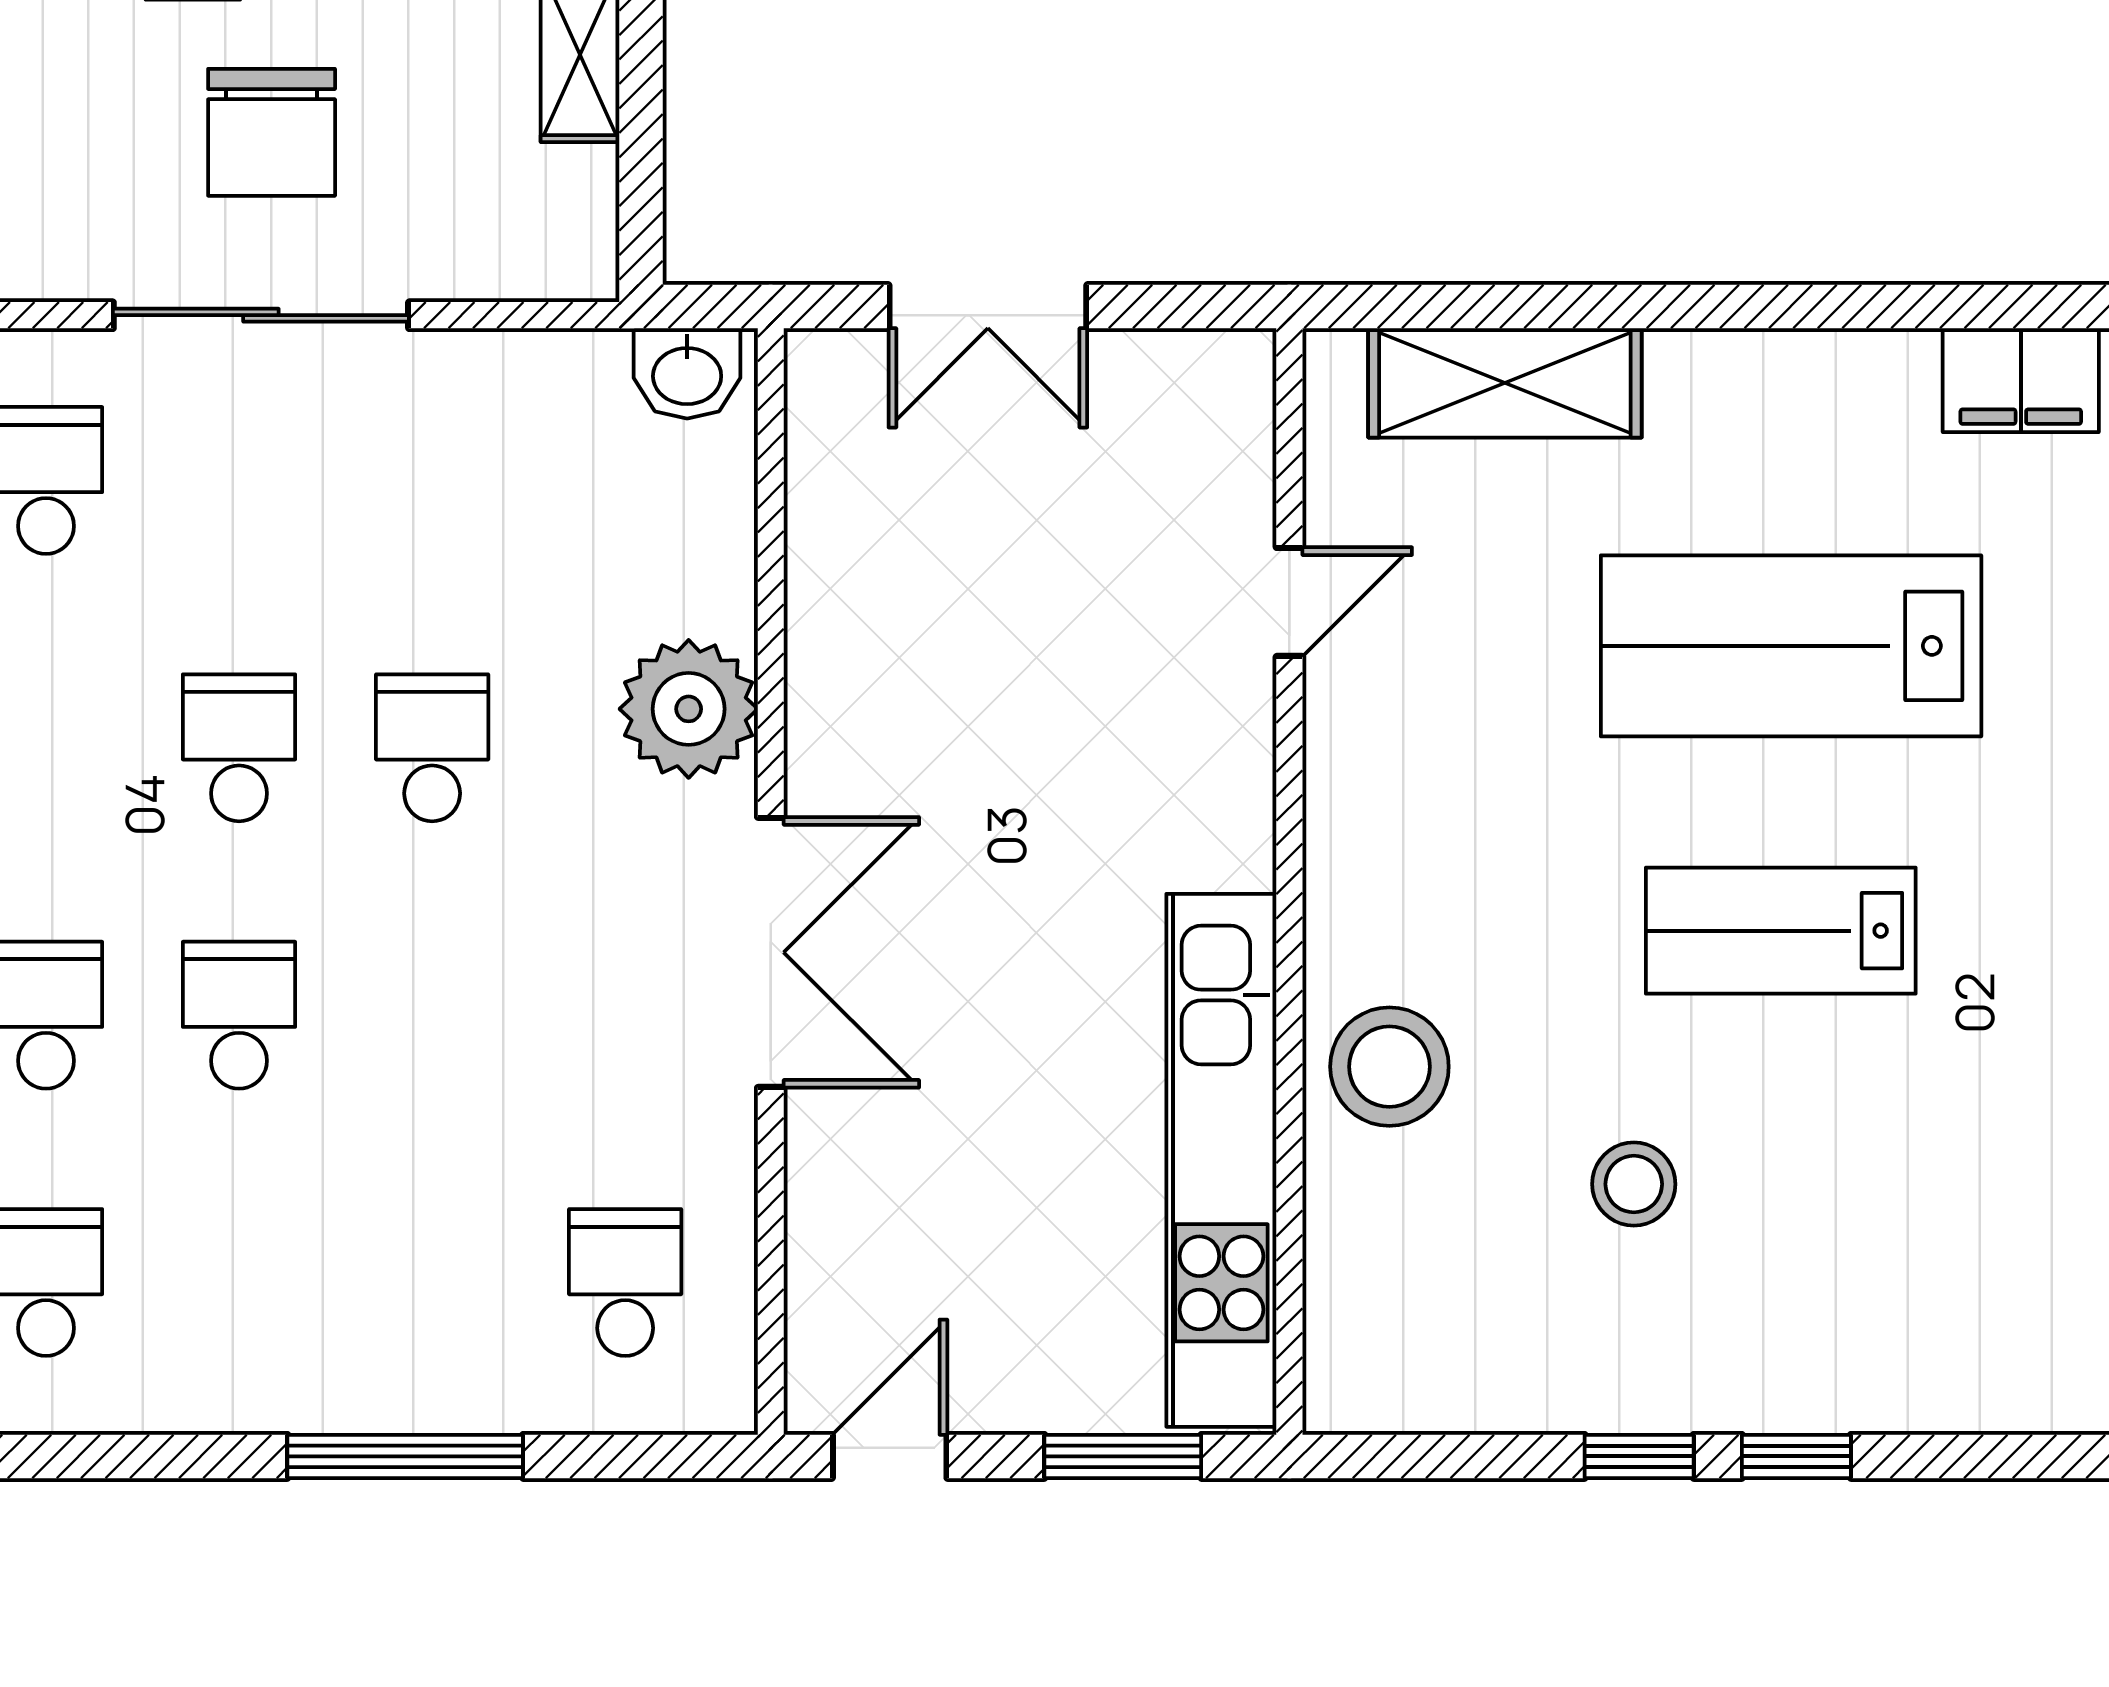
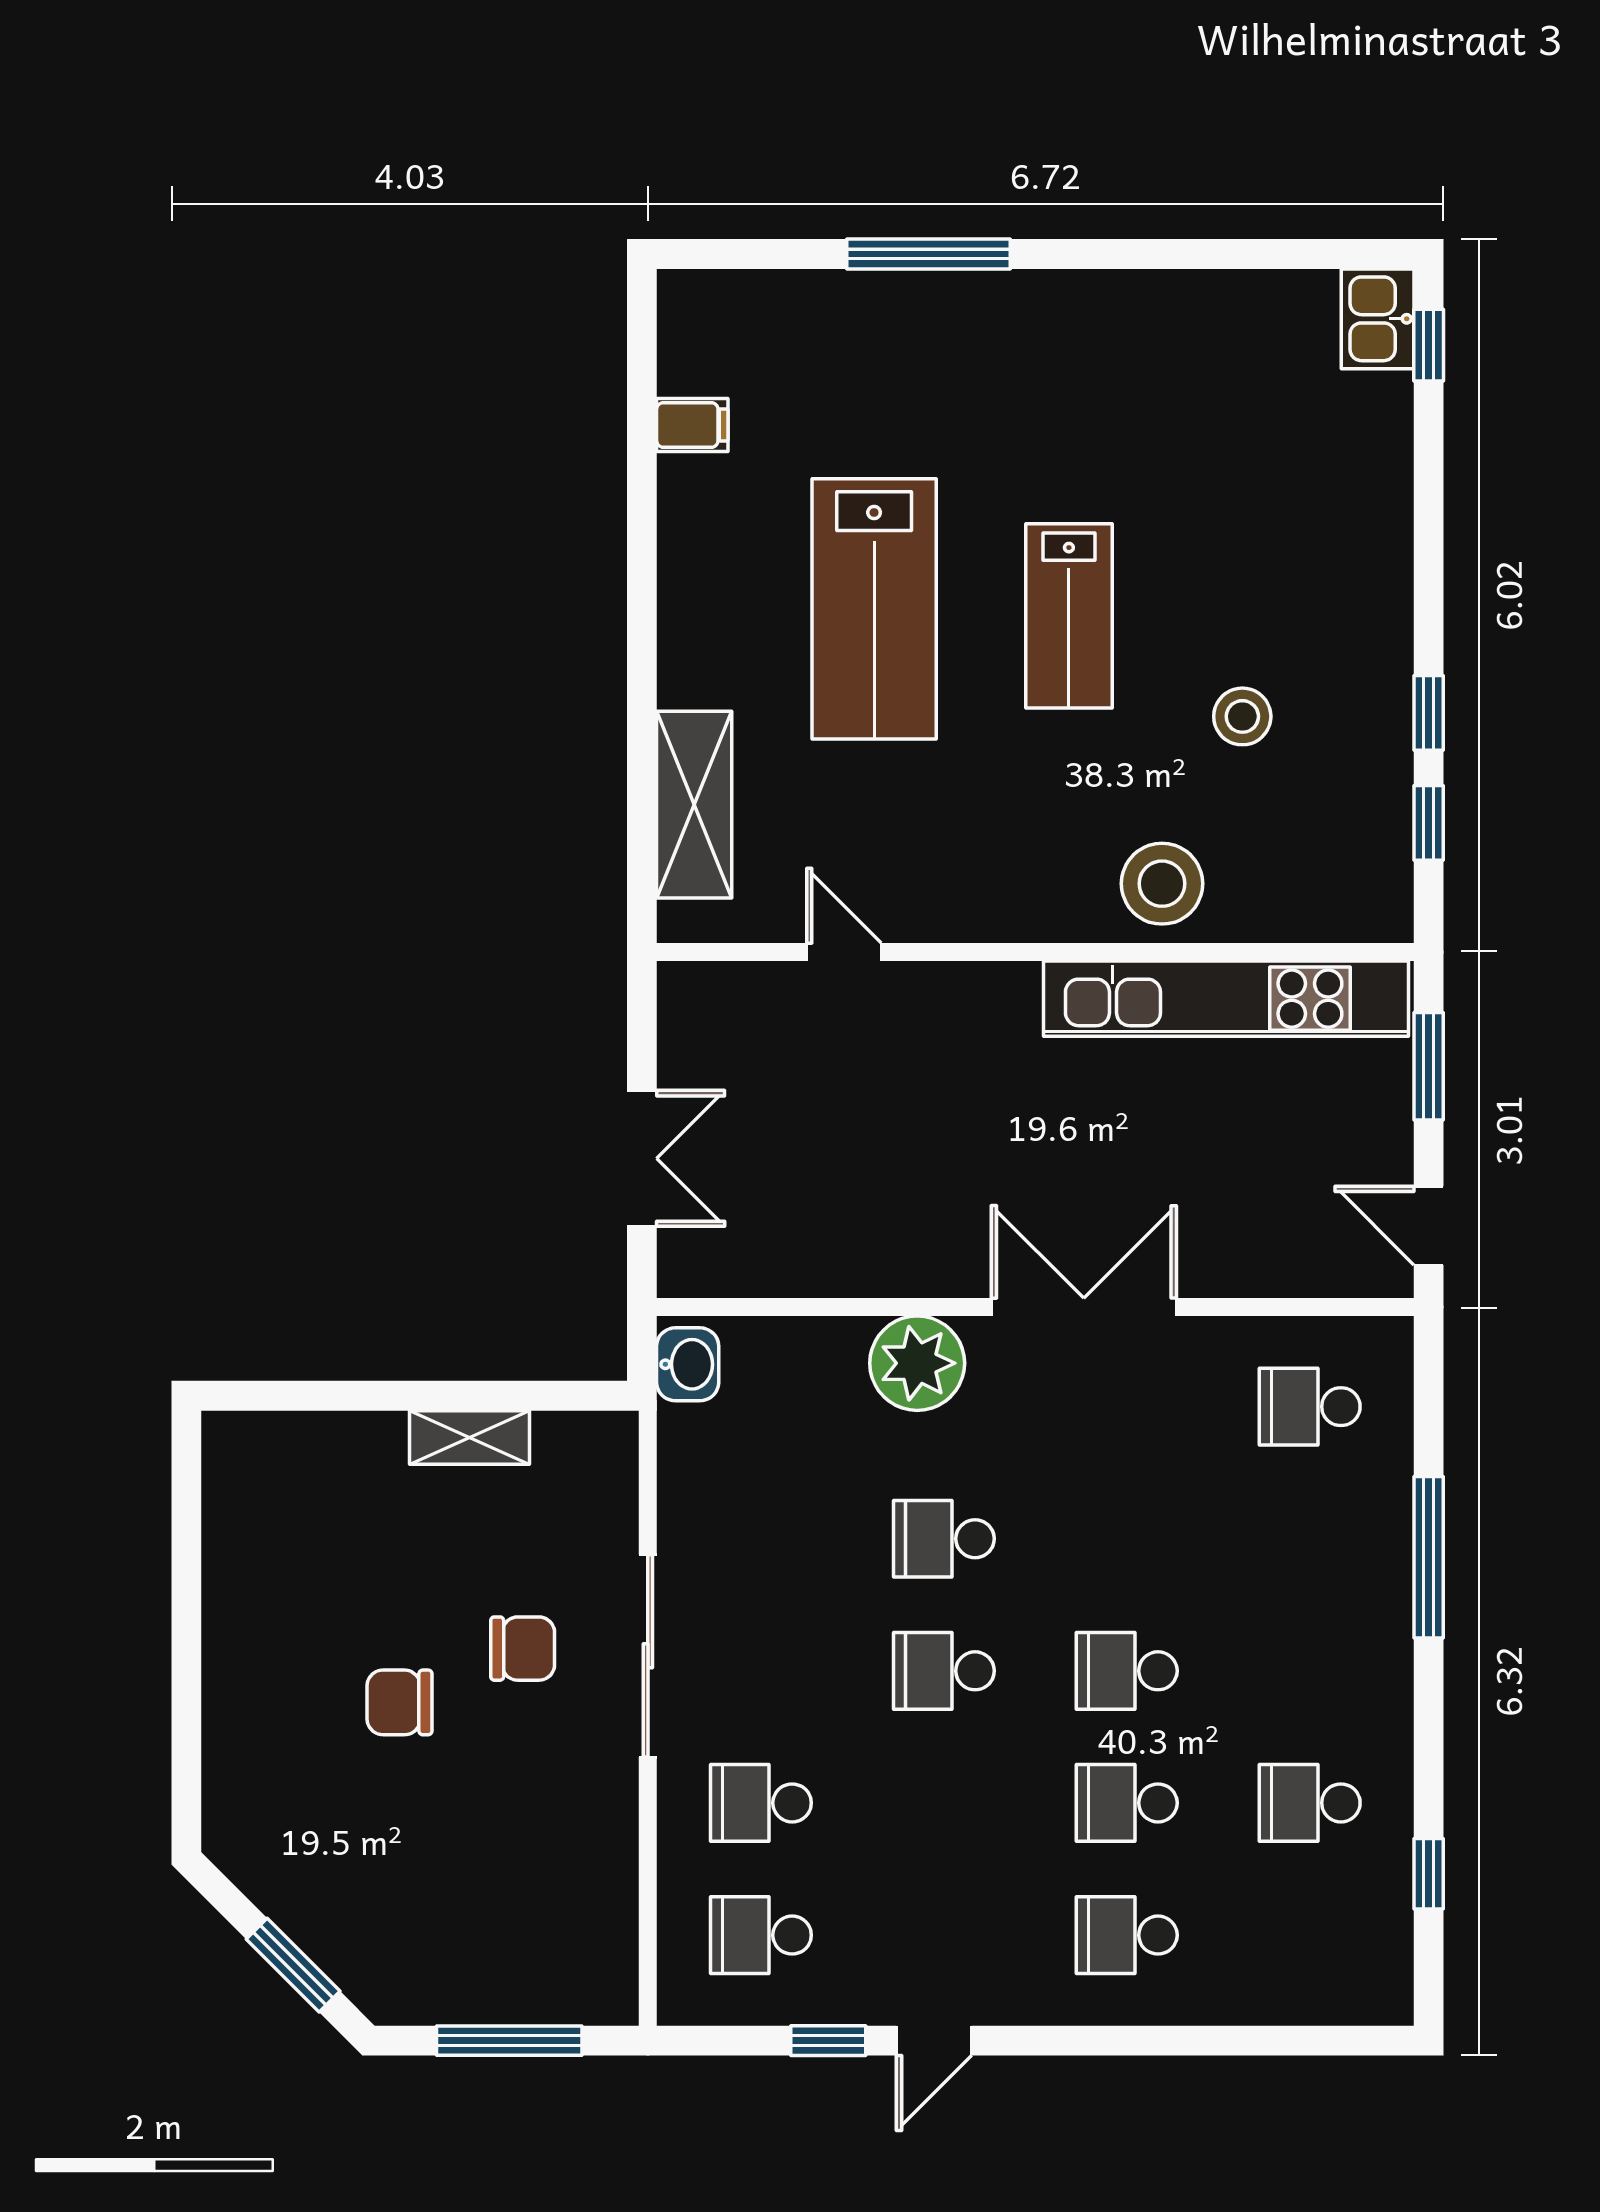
chair: (272, 132) -> (523, 1649), width x0.73, depth x0.73
filing cabinet: (2021, 380) -> (692, 425), width x0.50
window: (1796, 1456) -> (1429, 823), moved

